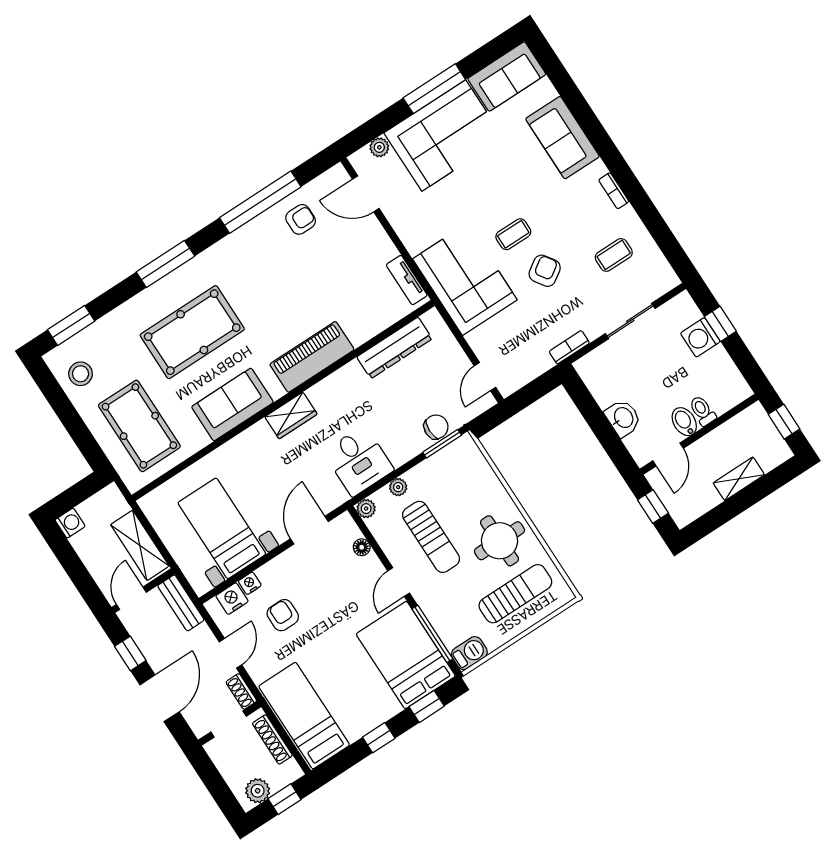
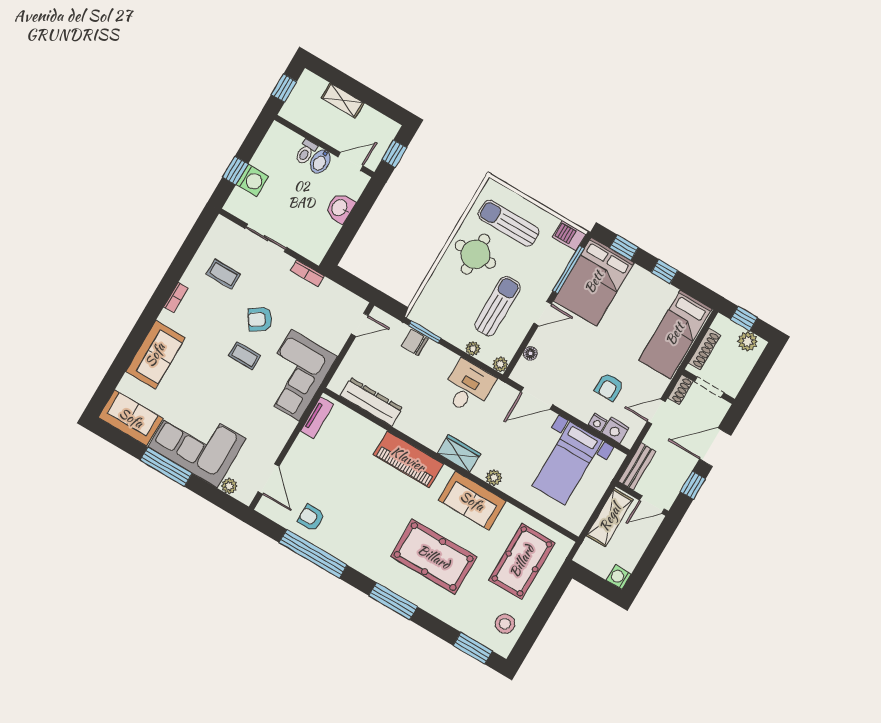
plant: (246, 441) -> (494, 478), added

